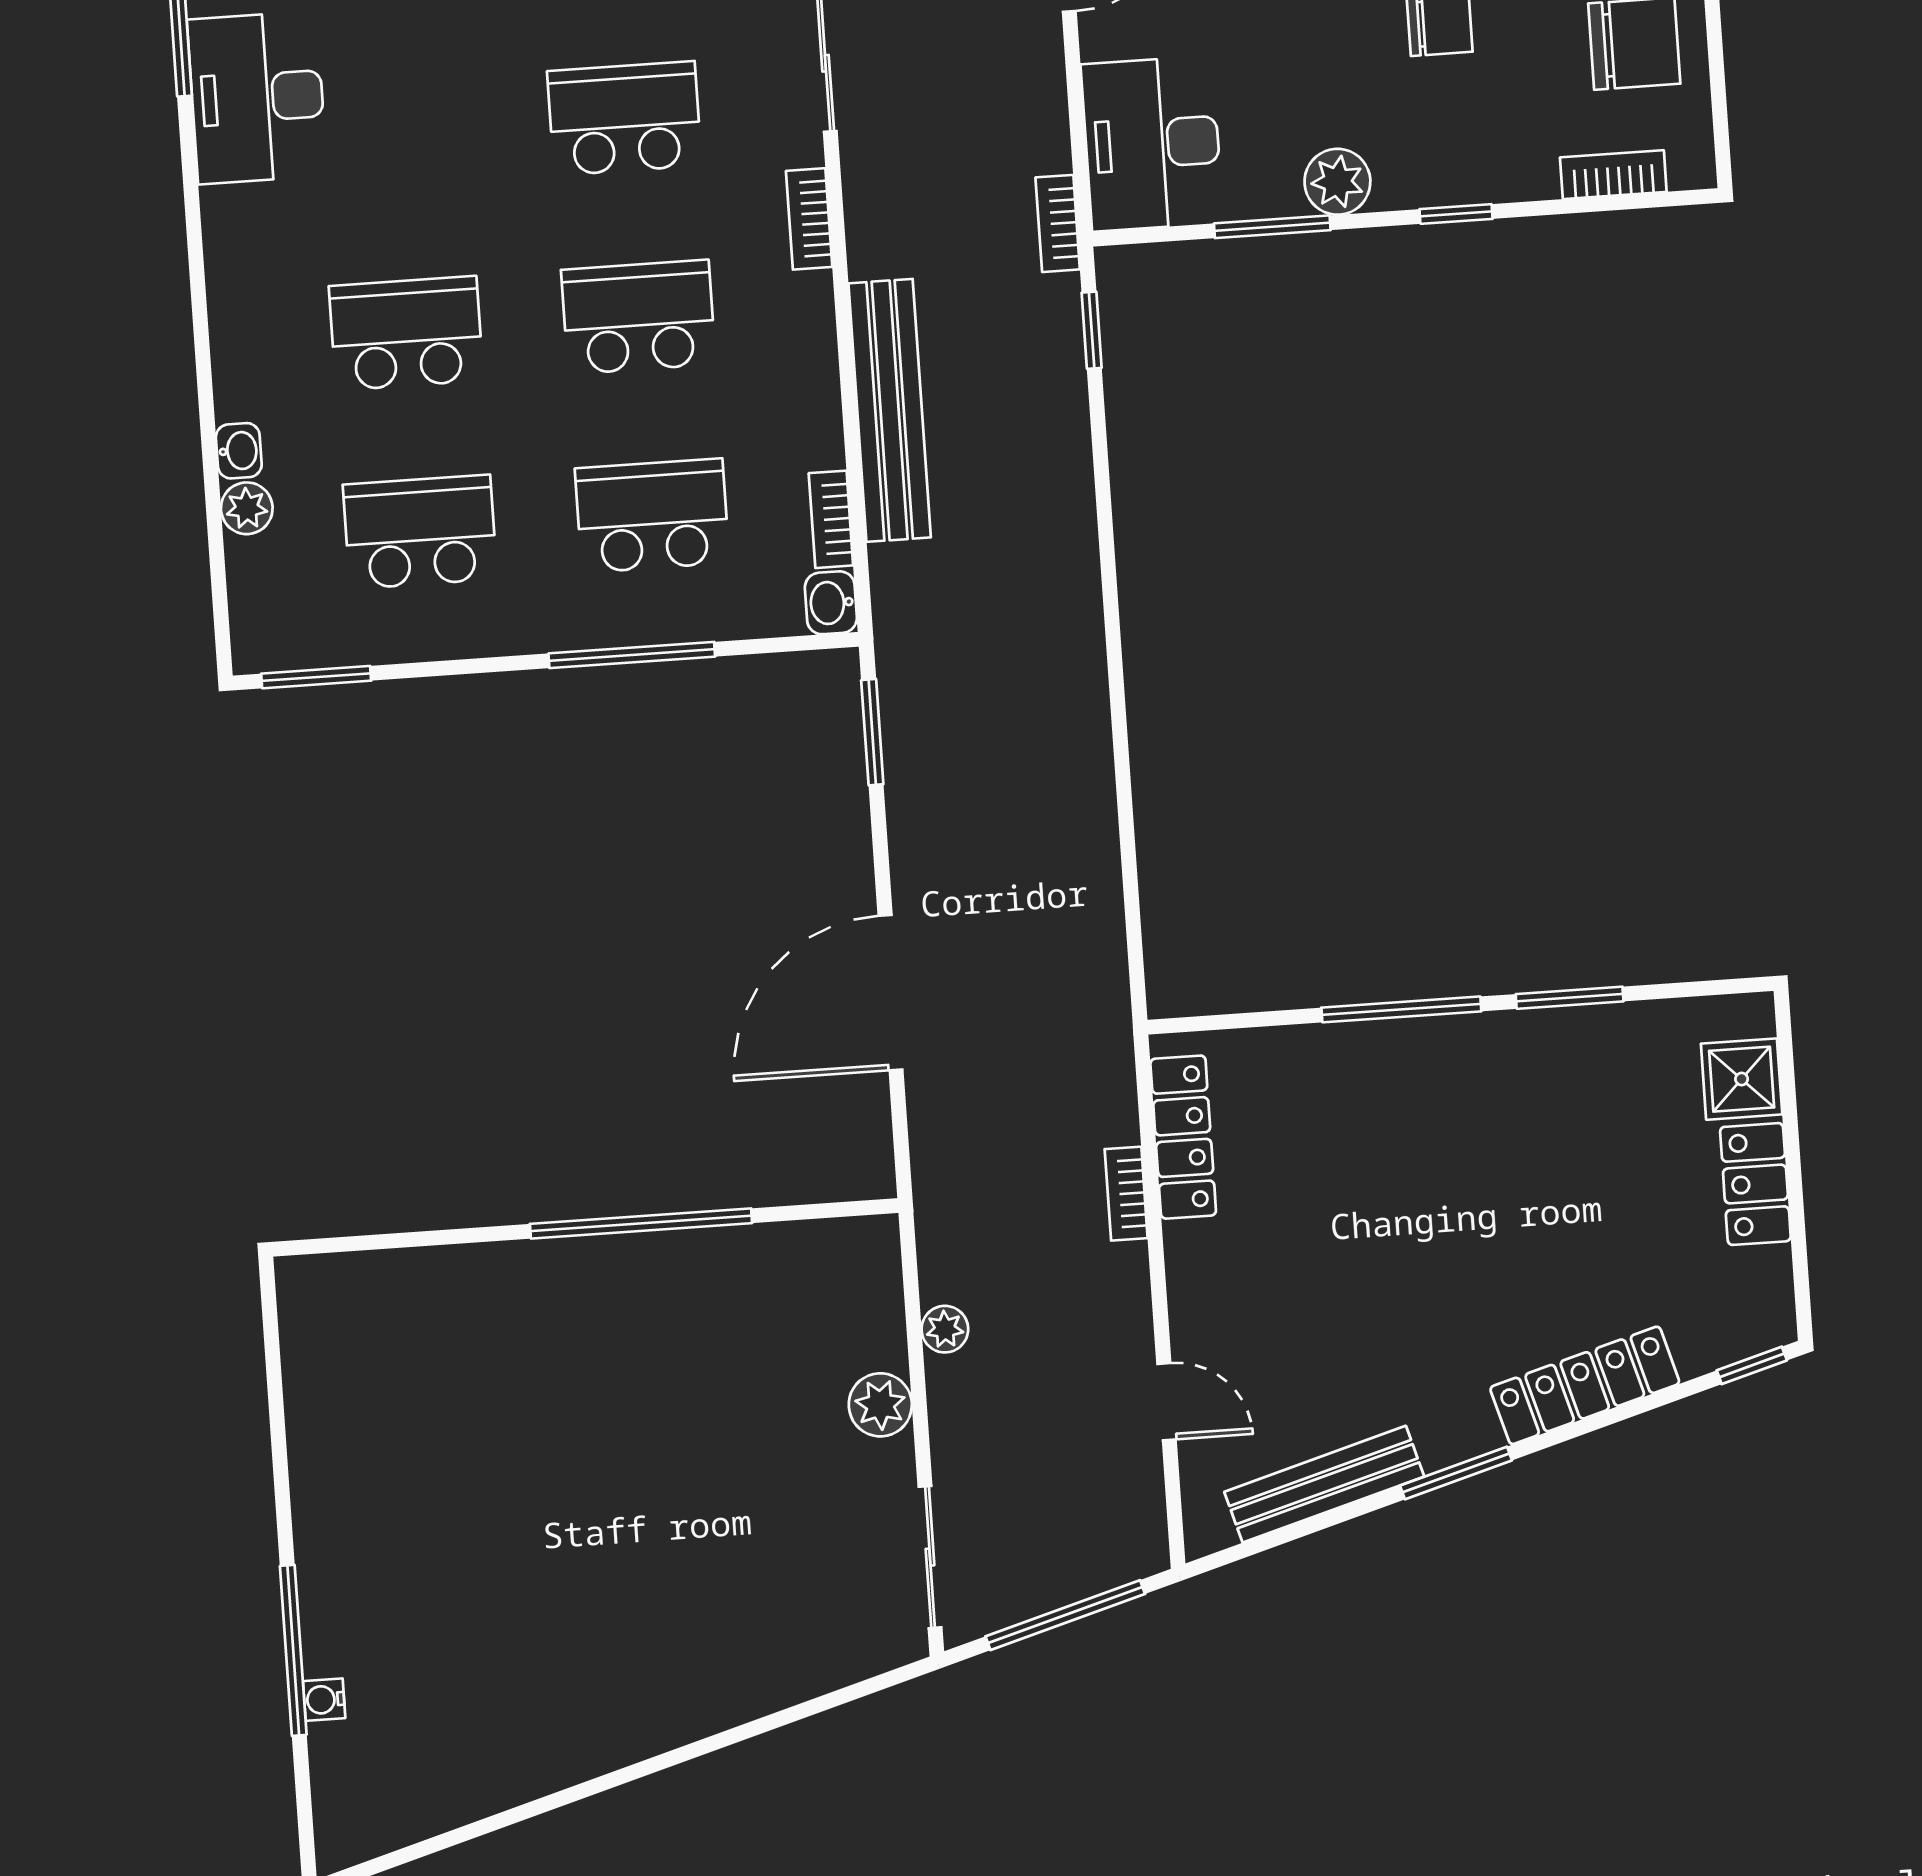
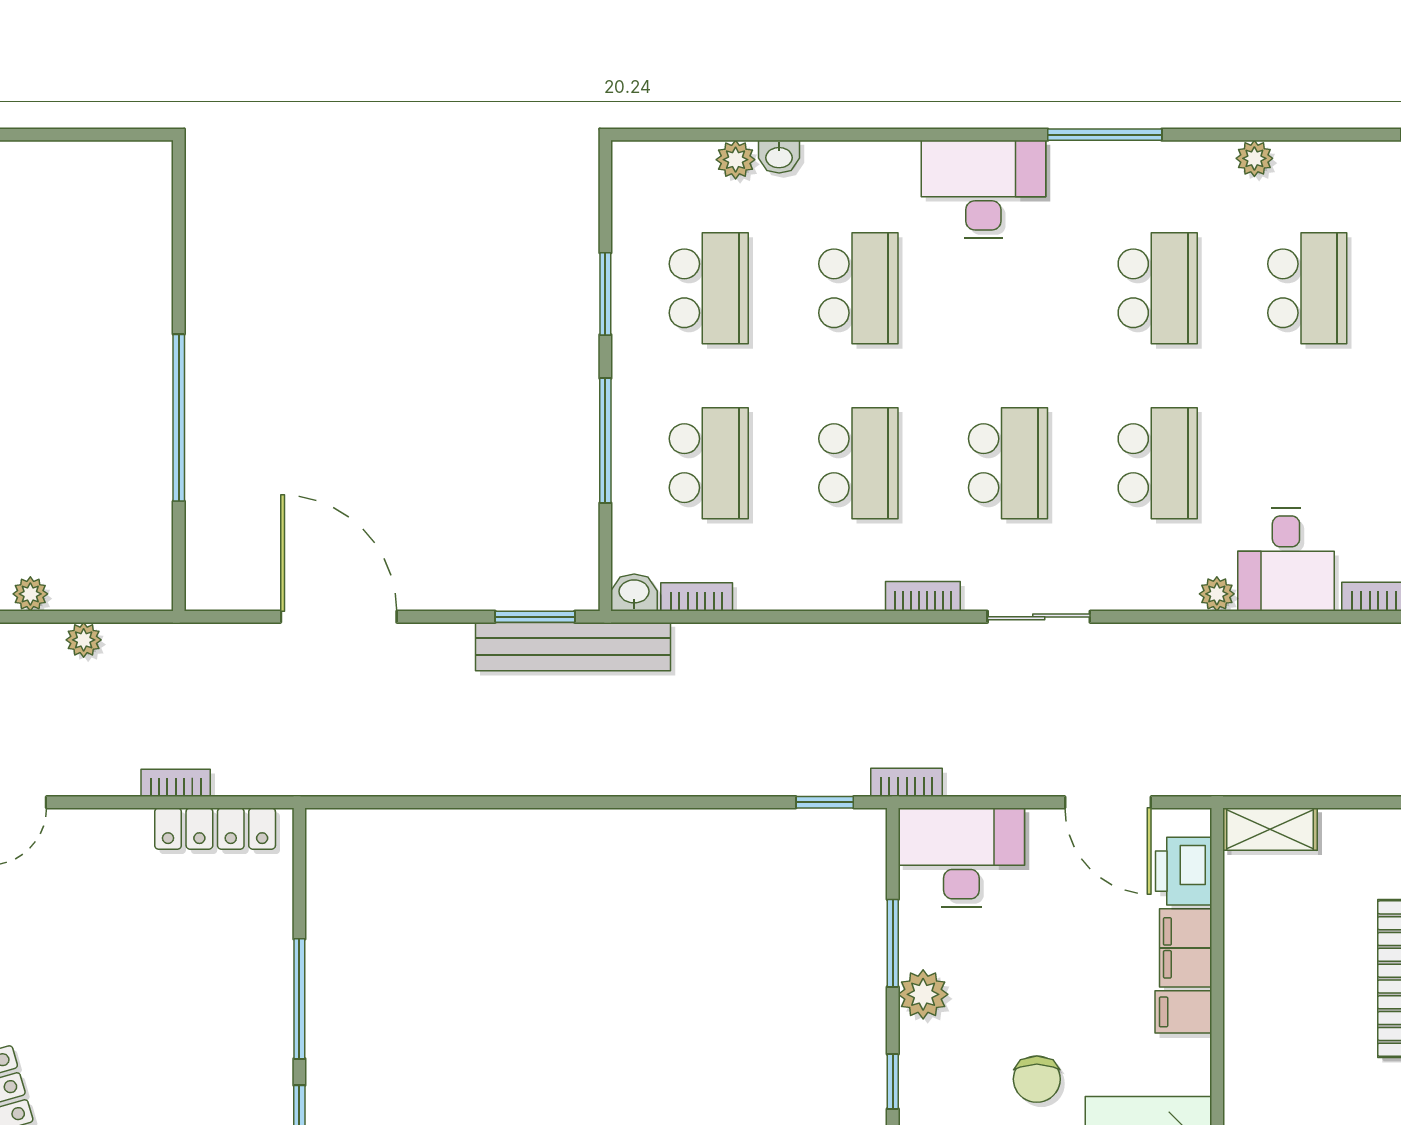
desk: (257, 98) -> (983, 189), moved
bench: (890, 410) -> (573, 647), moved
window: (316, 677) -> (605, 294), moved
plant: (880, 1405) -> (30, 594), width x0.73, depth x0.73

